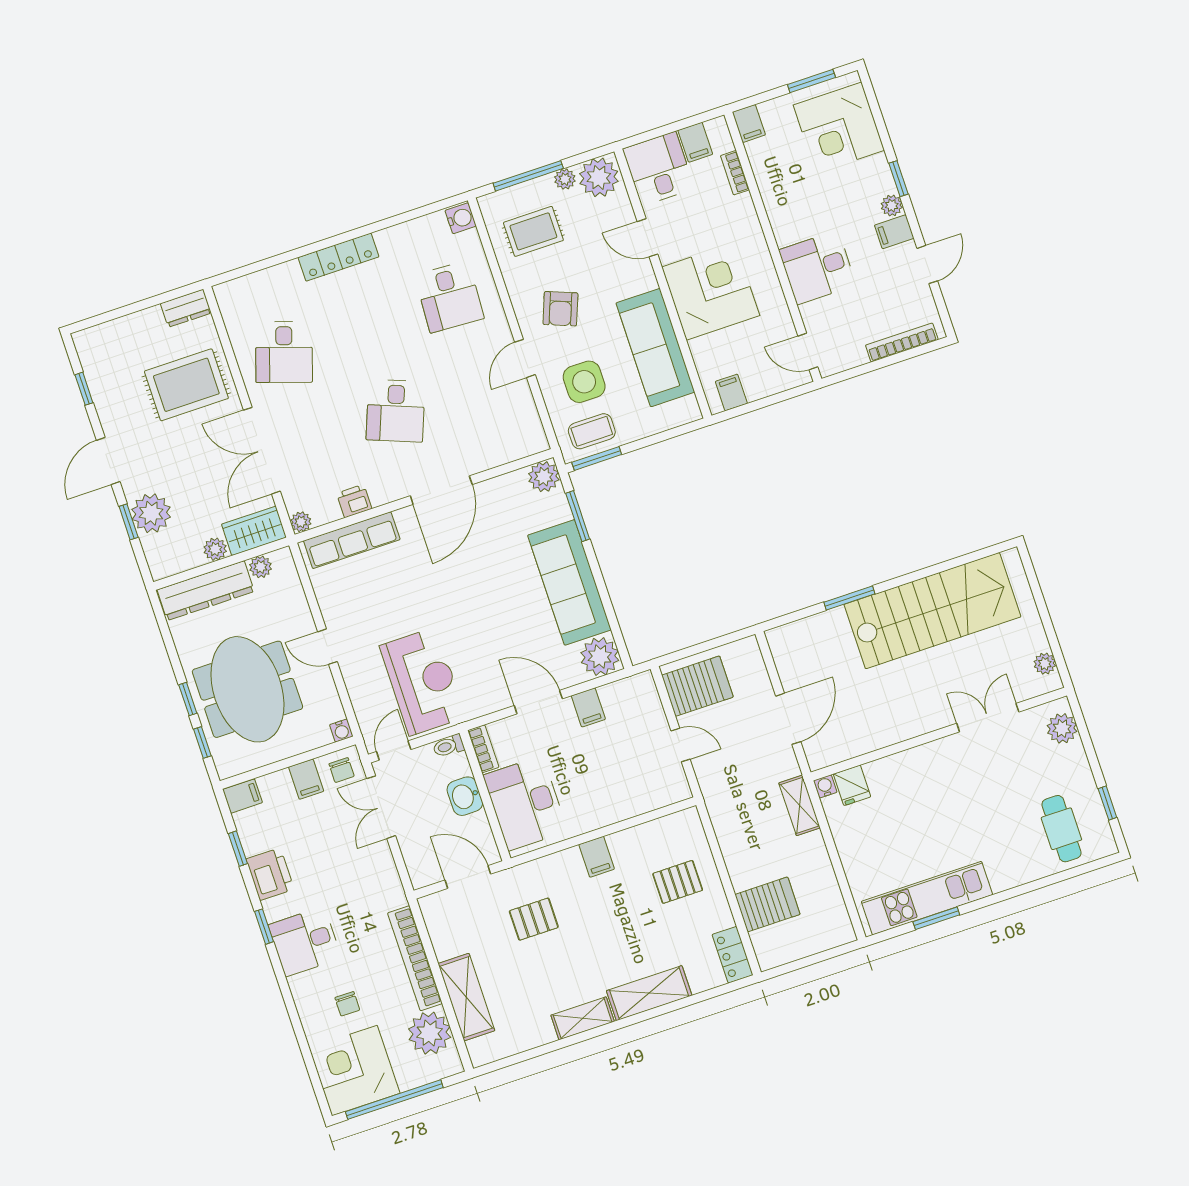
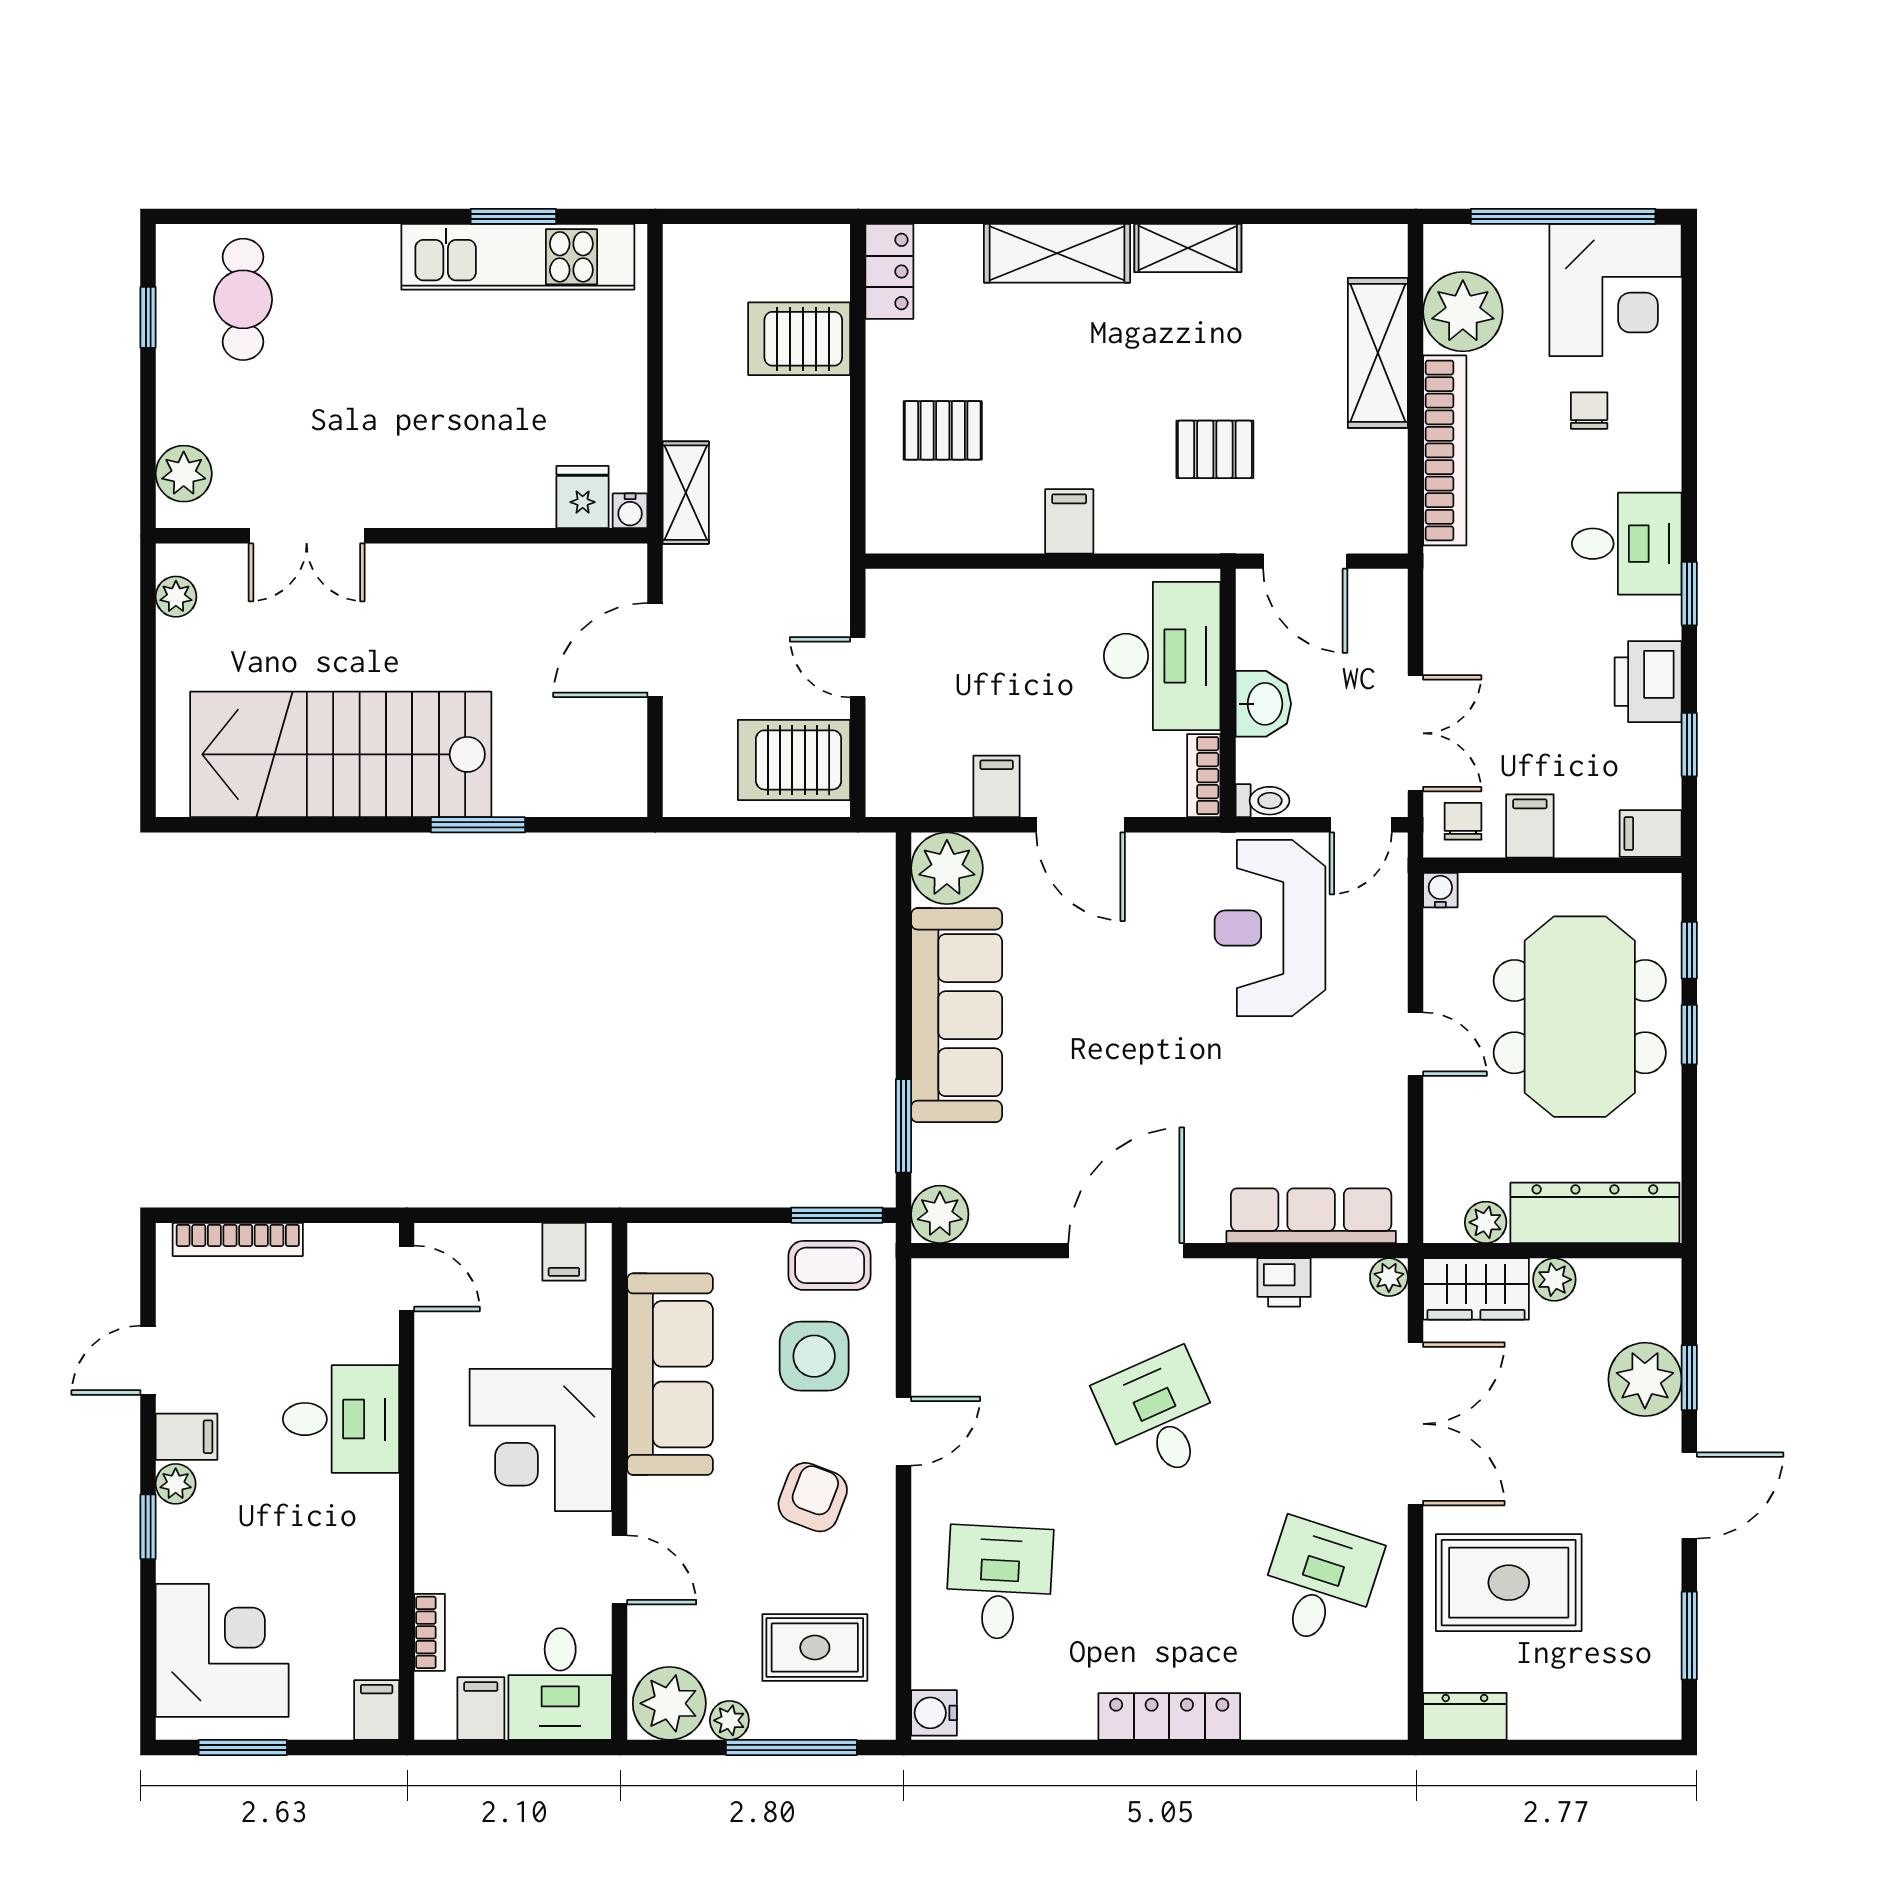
window: (84, 389) -> (1689, 1636), width x1.50
desk: (396, 411) -> (1159, 1416), turned -45

